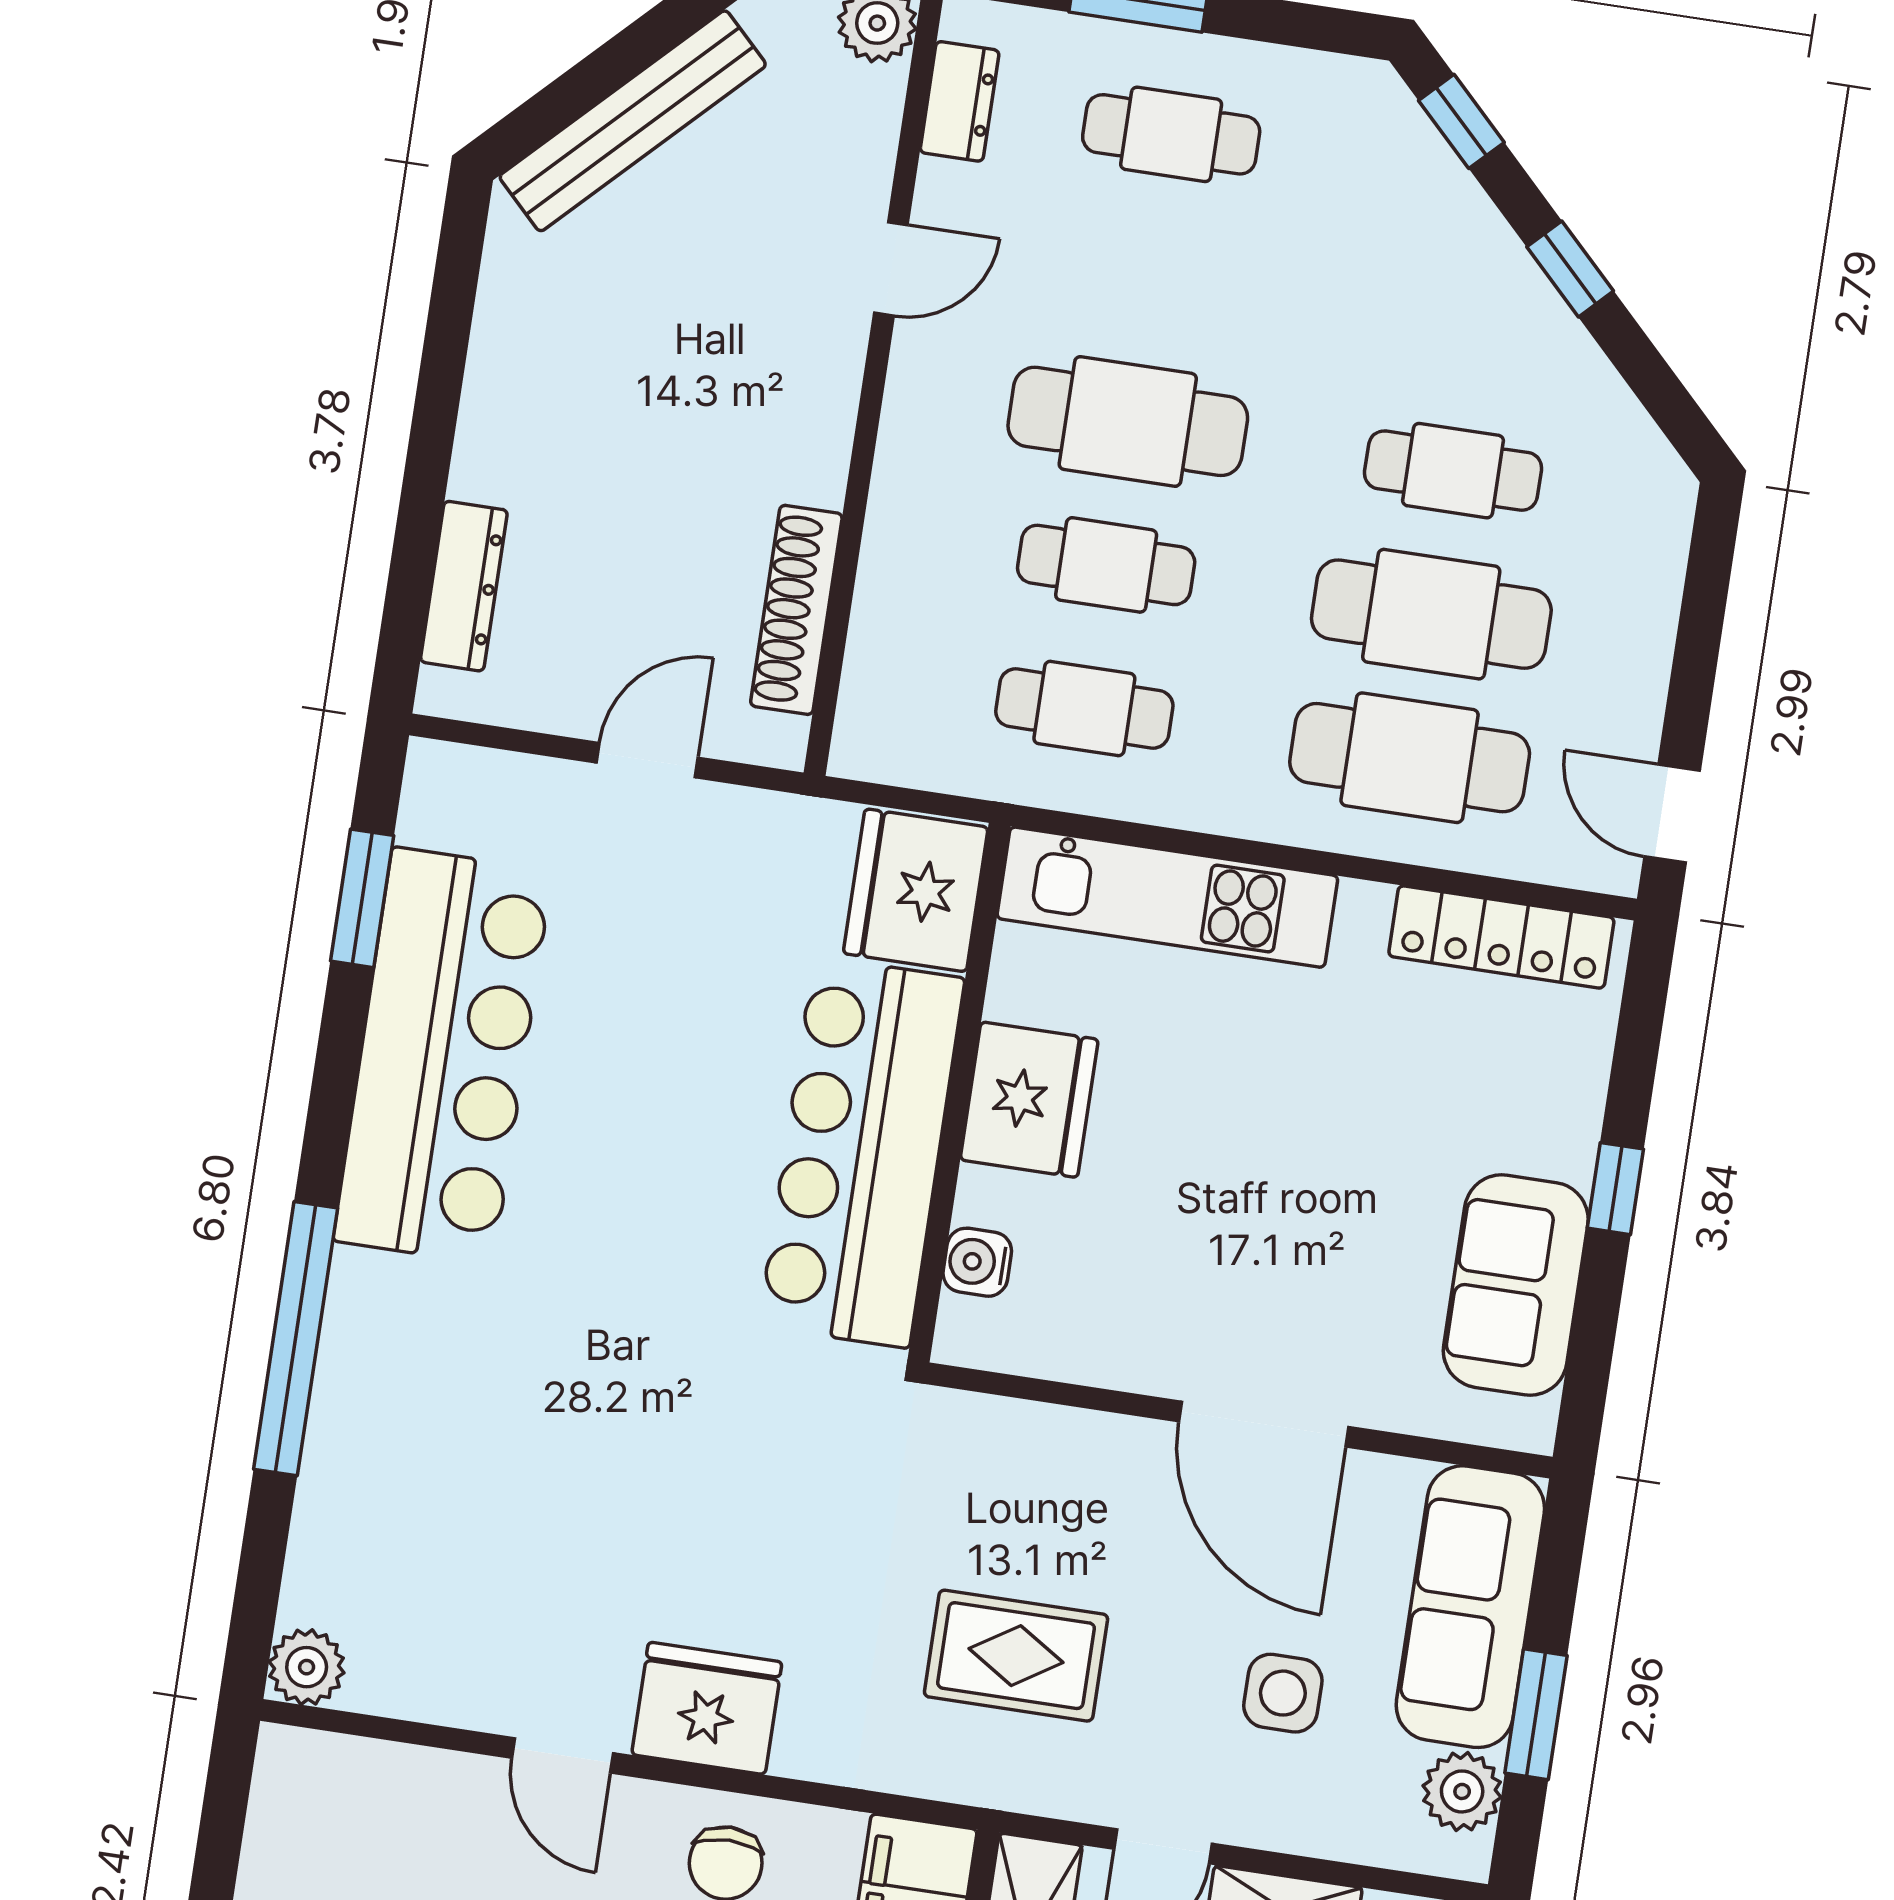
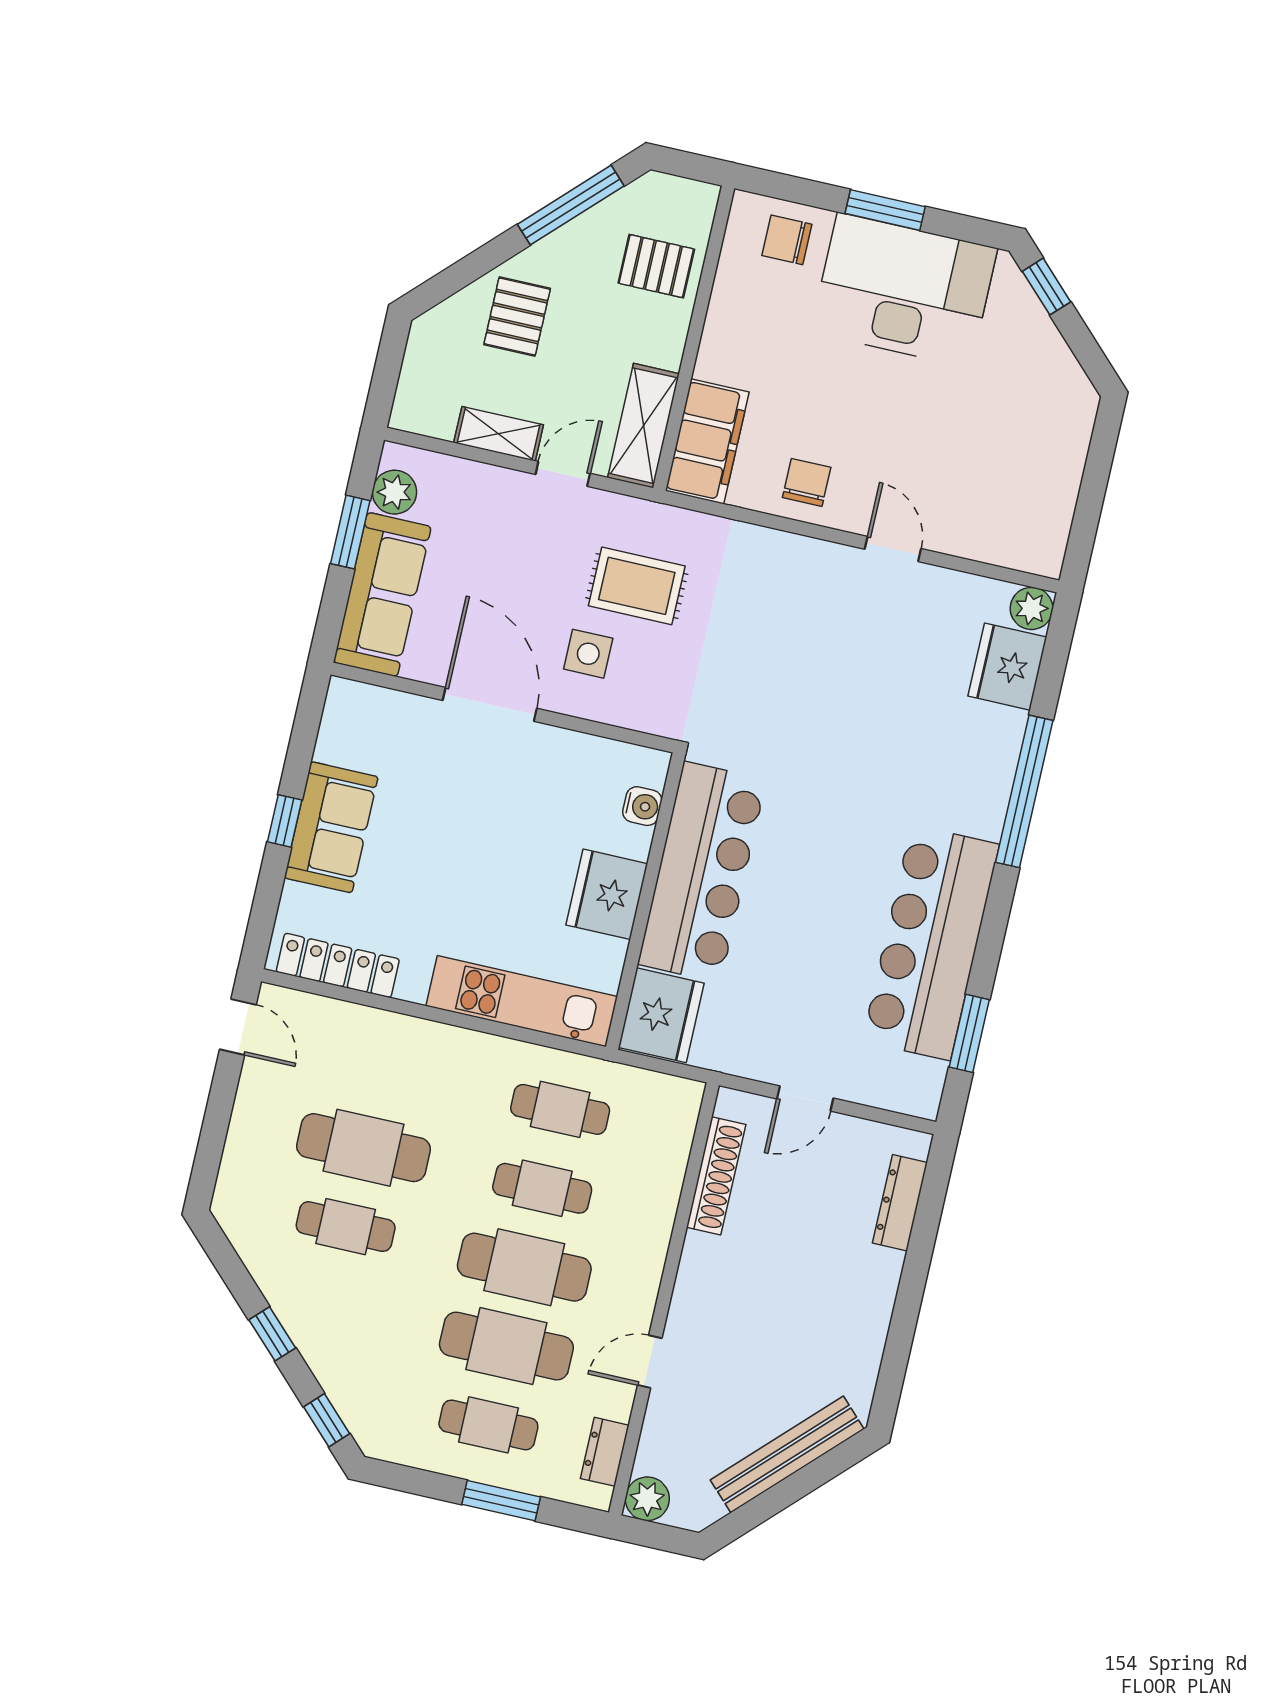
cafe table: (1410, 758) -> (506, 1346), moved
sofa: (1516, 1285) -> (331, 827), moved
side table: (1283, 1693) -> (588, 654), moved
fridge: (707, 1708) -> (1007, 667), moved, turned 90

